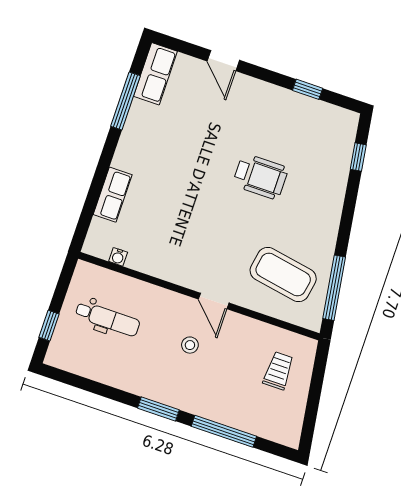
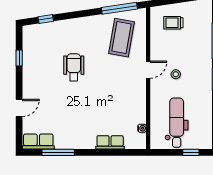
dental chair: (108, 319) -> (177, 123), width x1.36, depth x1.38

